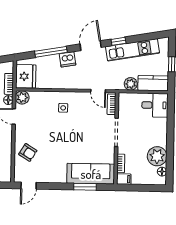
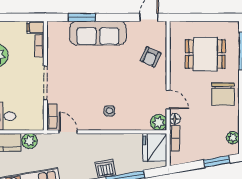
armchair: (28, 152) -> (151, 57), turned -97
sofa: (91, 174) -> (98, 33), moved

